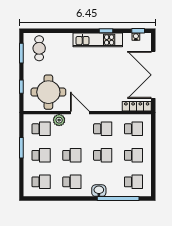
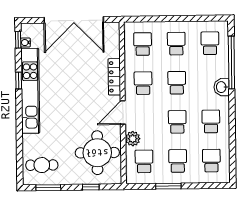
kitchen unit: (98, 40) -> (30, 91), width x1.36
locker: (137, 106) -> (114, 77), moved

